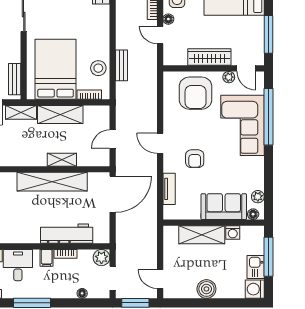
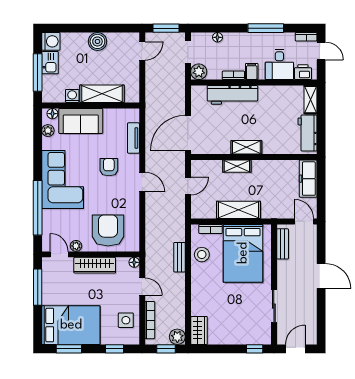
floor lamp: (168, 19) -> (134, 262), moved
shelving: (21, 112) -> (276, 212), removed
corner sofa: (243, 125) -> (63, 180), moved
shelving: (52, 182) -> (246, 147), width x0.45, depth x0.75
door: (160, 279) -> (142, 51), hinge flipped

